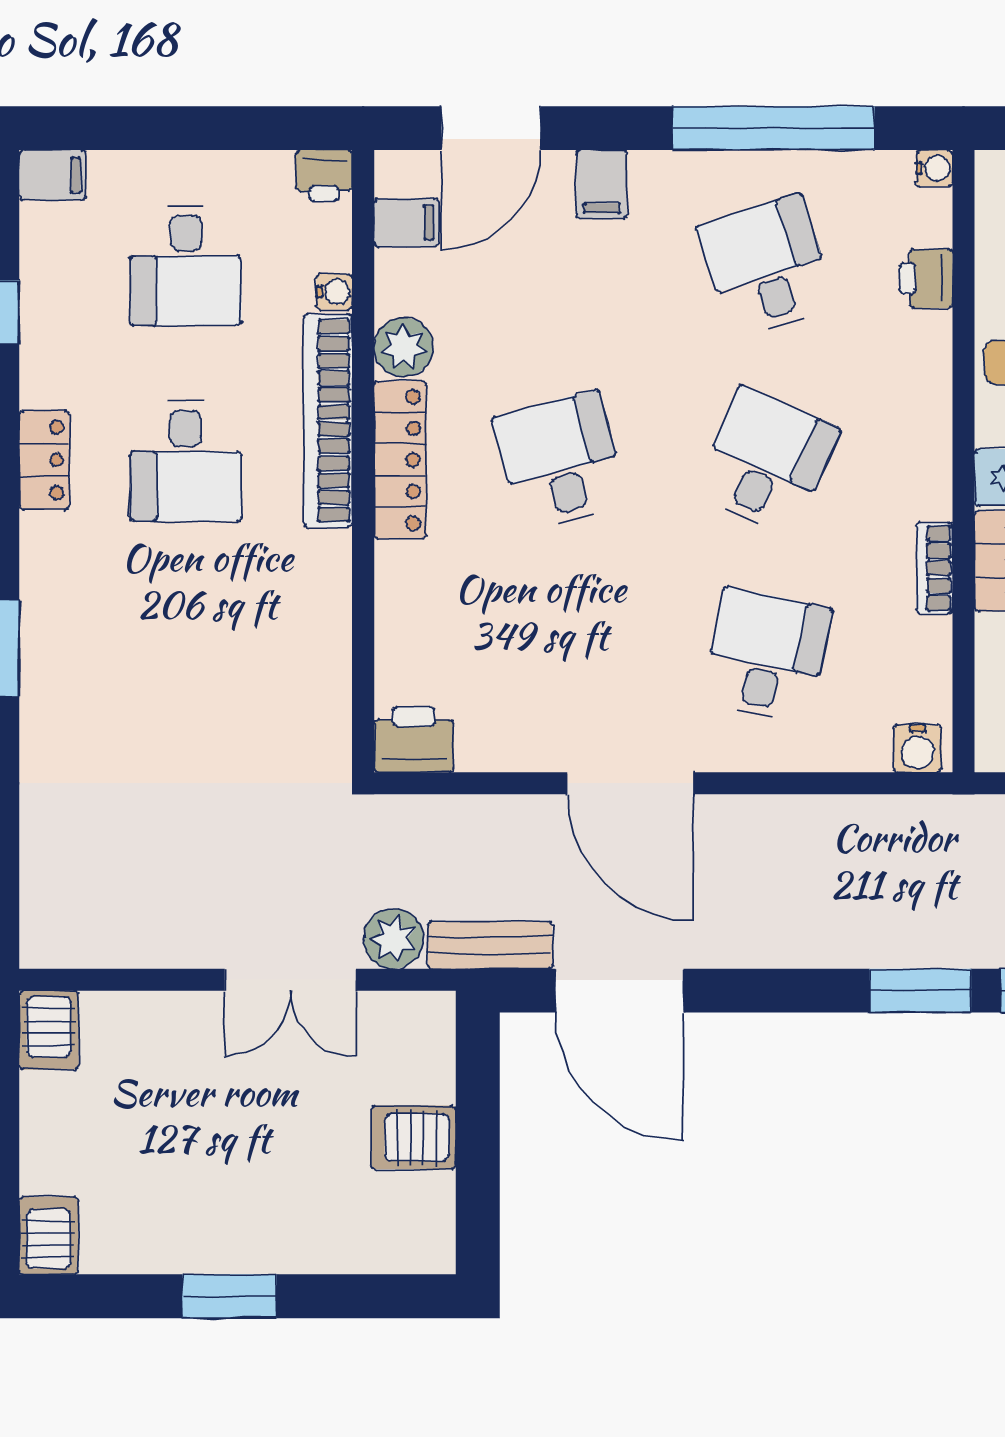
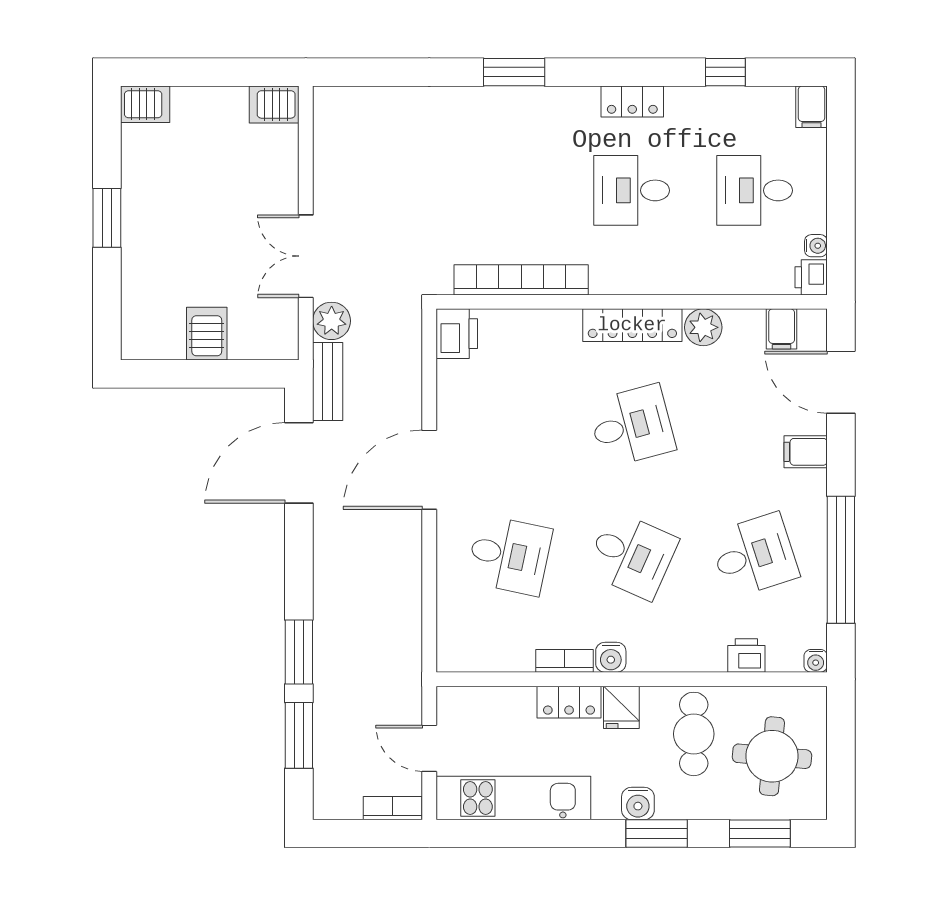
water cooler: (334, 292) -> (816, 246), moved, turned -90
bookcase: (328, 421) -> (521, 280), moved
water cooler: (918, 748) -> (611, 657), moved, turned -90

